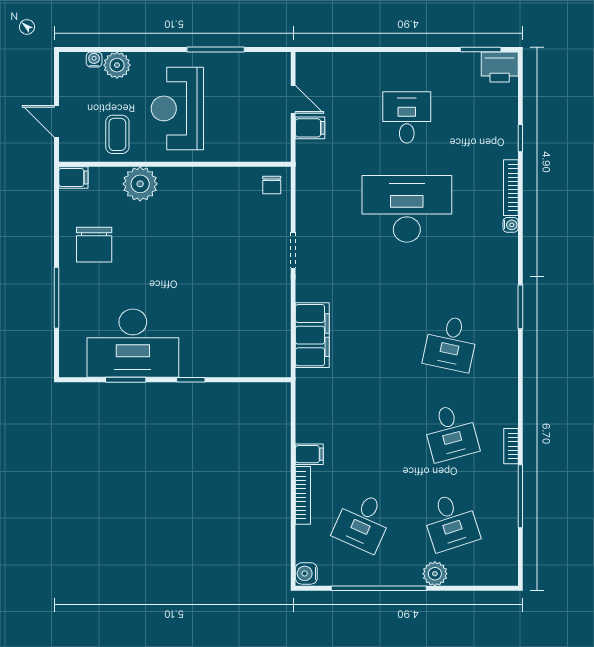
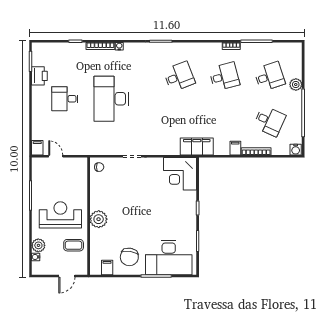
printer: (500, 67) -> (39, 76), moved
door: (293, 99) -> (56, 156), hinge flipped
reception desk: (177, 108) -> (60, 215), turned 180
filing cabinet: (310, 128) -> (37, 148), moved
filing cabinet: (73, 177) -> (107, 267), moved
plant: (140, 184) -> (99, 219), moved
chair: (94, 245) -> (129, 257), turned 98
filing cabinet: (312, 335) -> (197, 147), moved
desk: (133, 343) -> (169, 257), moved, turned 90
desk: (451, 343) -> (179, 77), turned -33
corner desk: (258, 345) -> (180, 174), added

